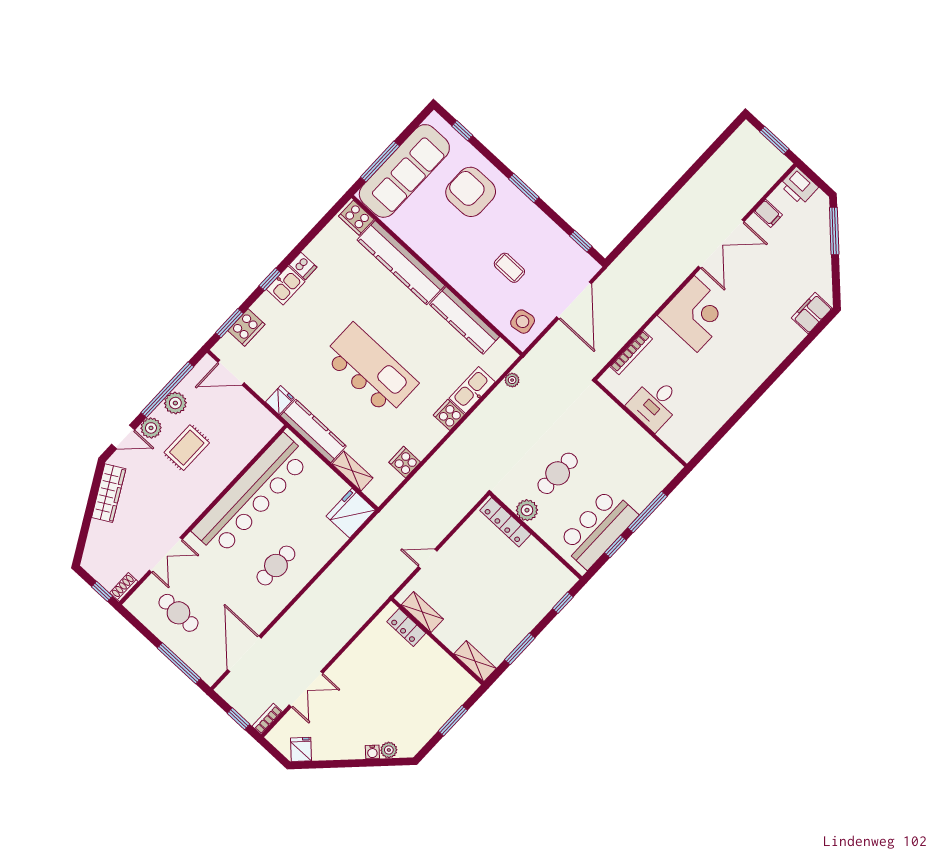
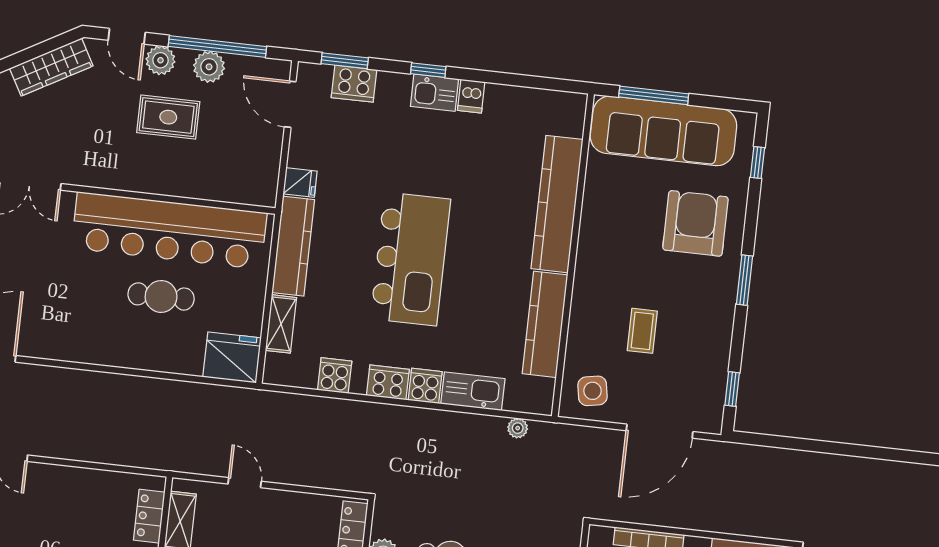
cooker: (356, 218) -> (388, 382), moved, turned 90
cafe table: (276, 565) -> (161, 296), moved

